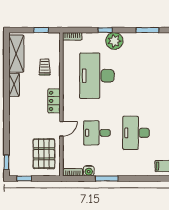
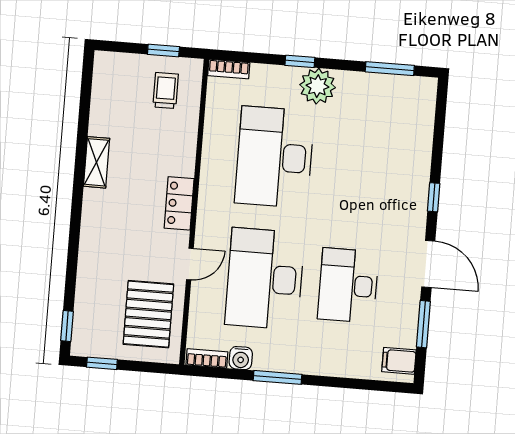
shelving: (16, 54) -> (107, 96), removed
trolley: (45, 67) -> (166, 91), moved
desk: (97, 133) -> (265, 279), width x1.87, depth x1.30

